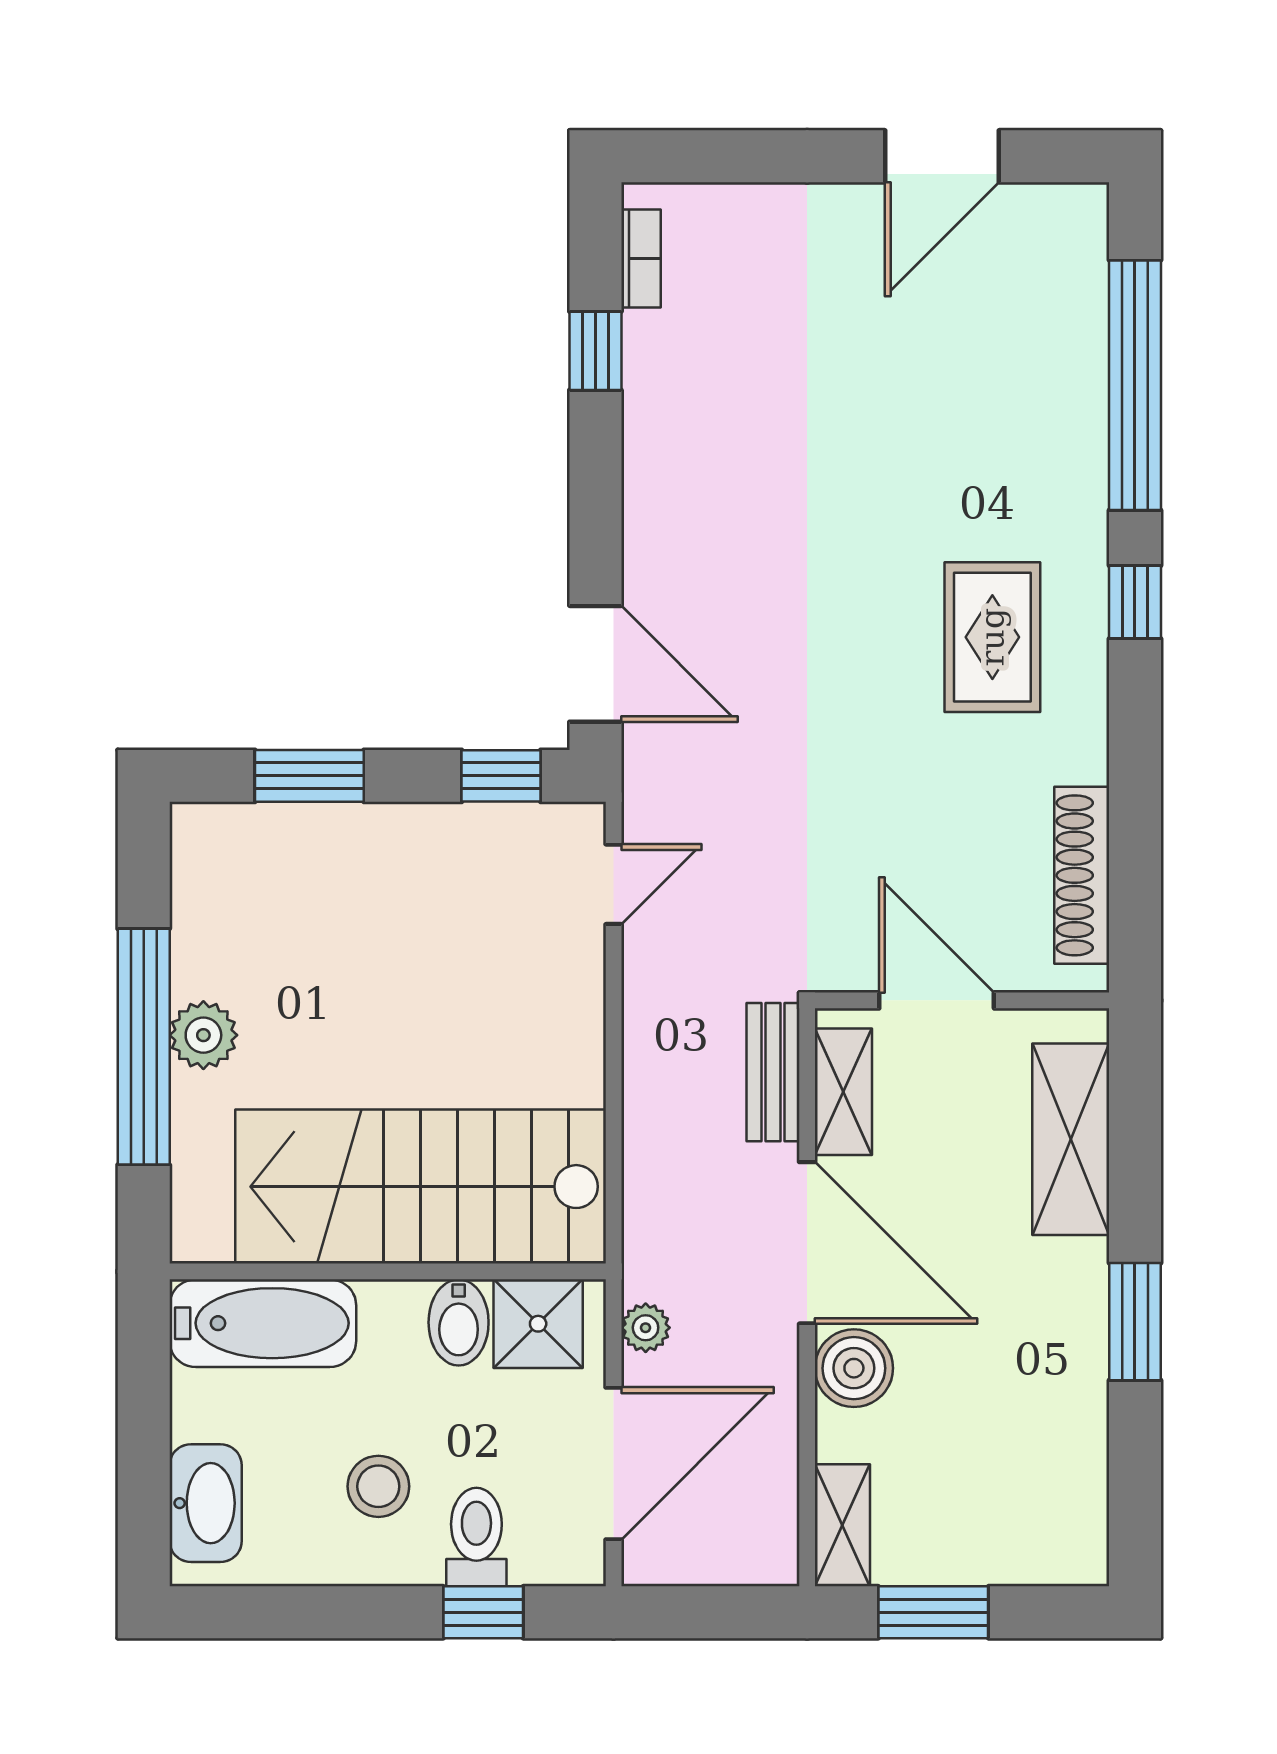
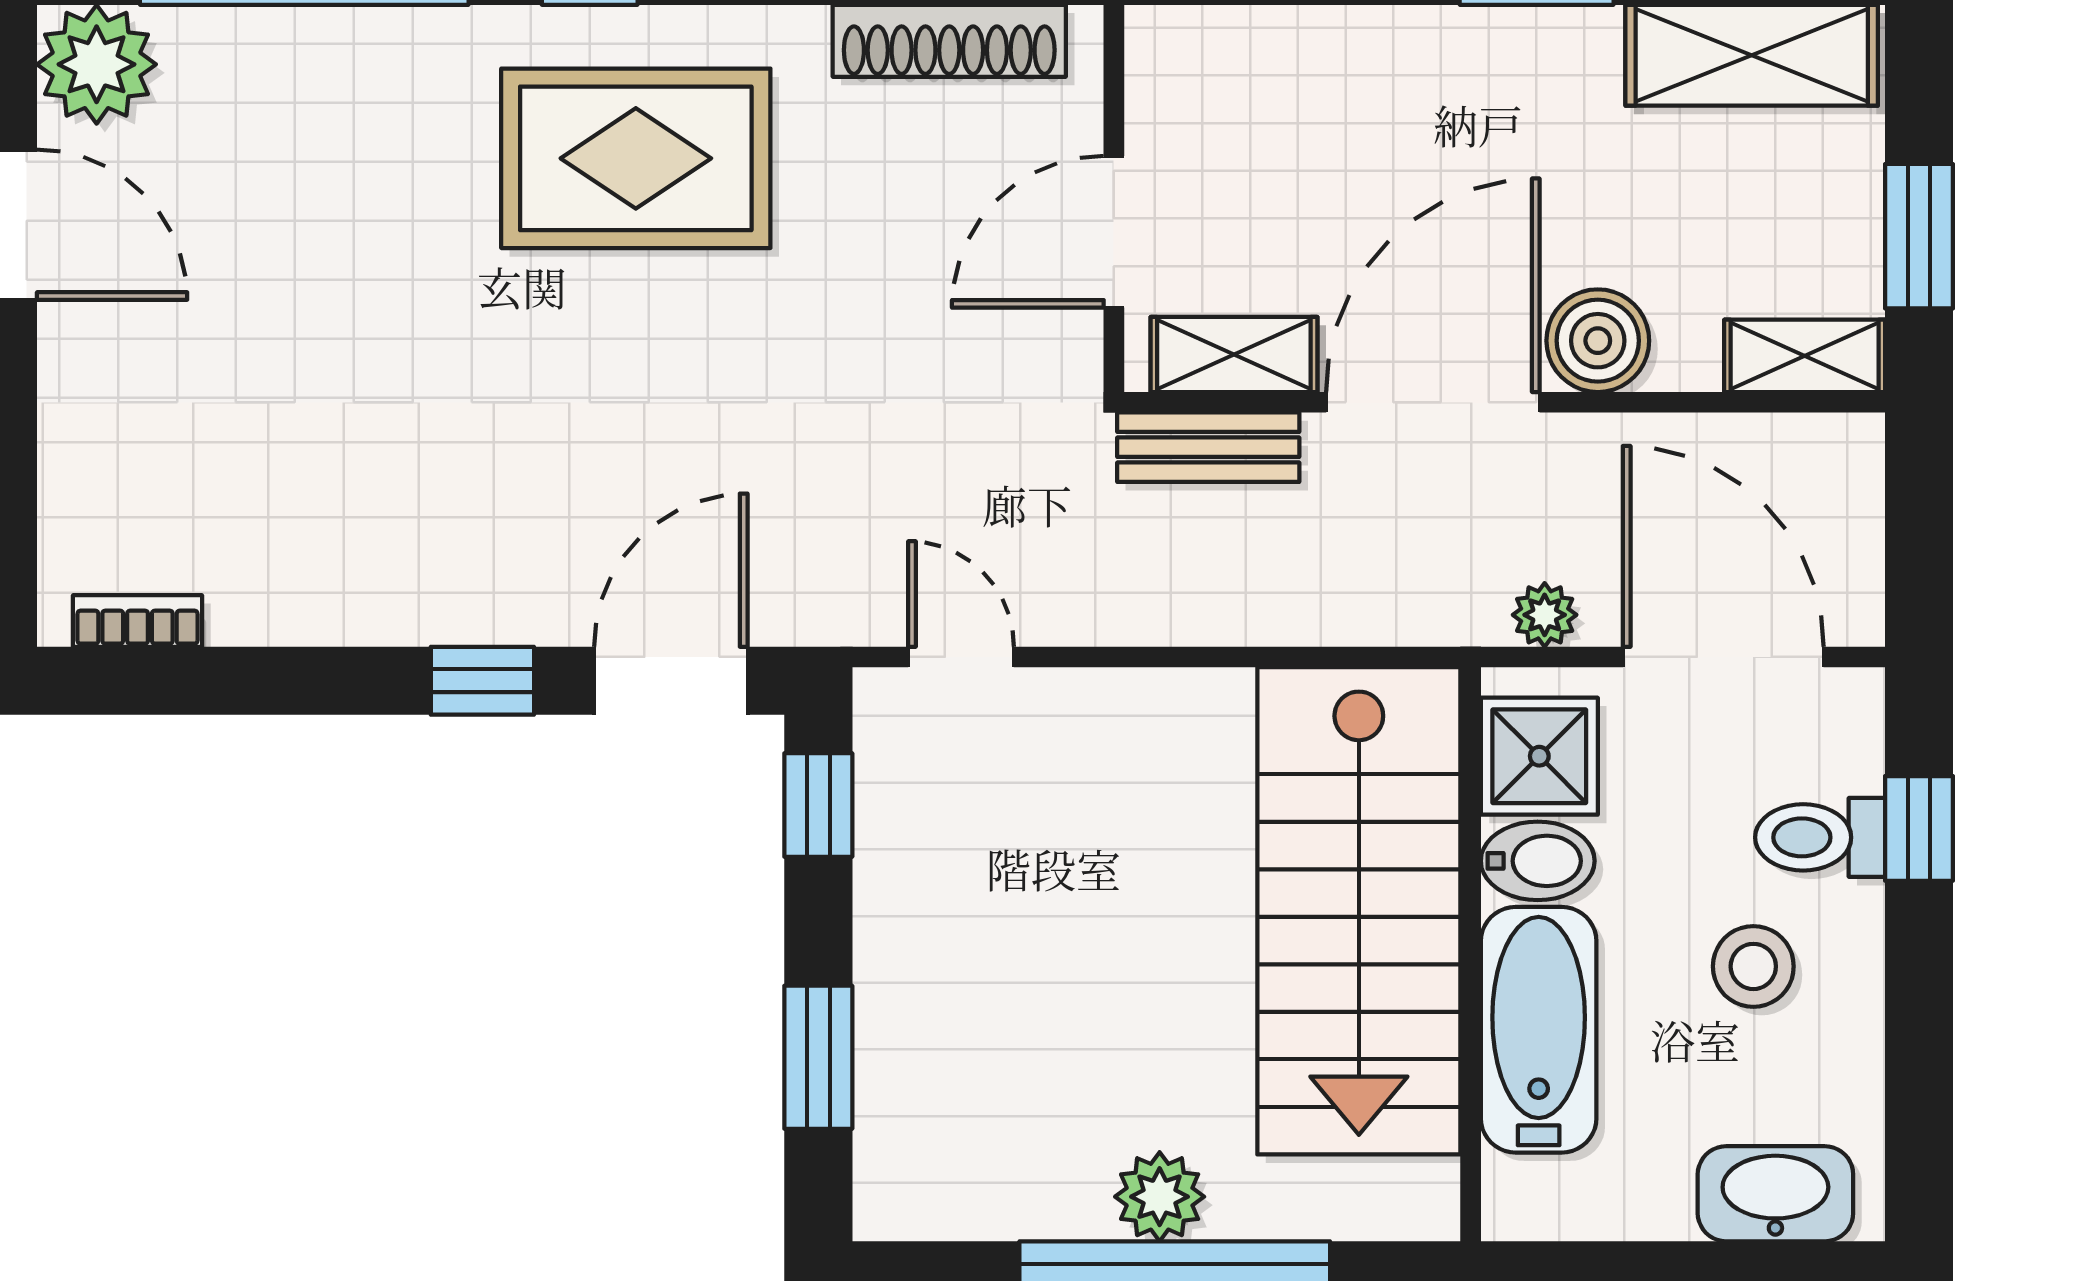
plant: (1064, 227) -> (97, 64), added
window: (595, 351) -> (482, 681), moved
rug: (992, 637) -> (636, 158), width x1.36, depth x1.43
shelving: (1071, 1139) -> (1752, 55), moved
bathtub: (263, 1323) -> (1539, 1030), moved

